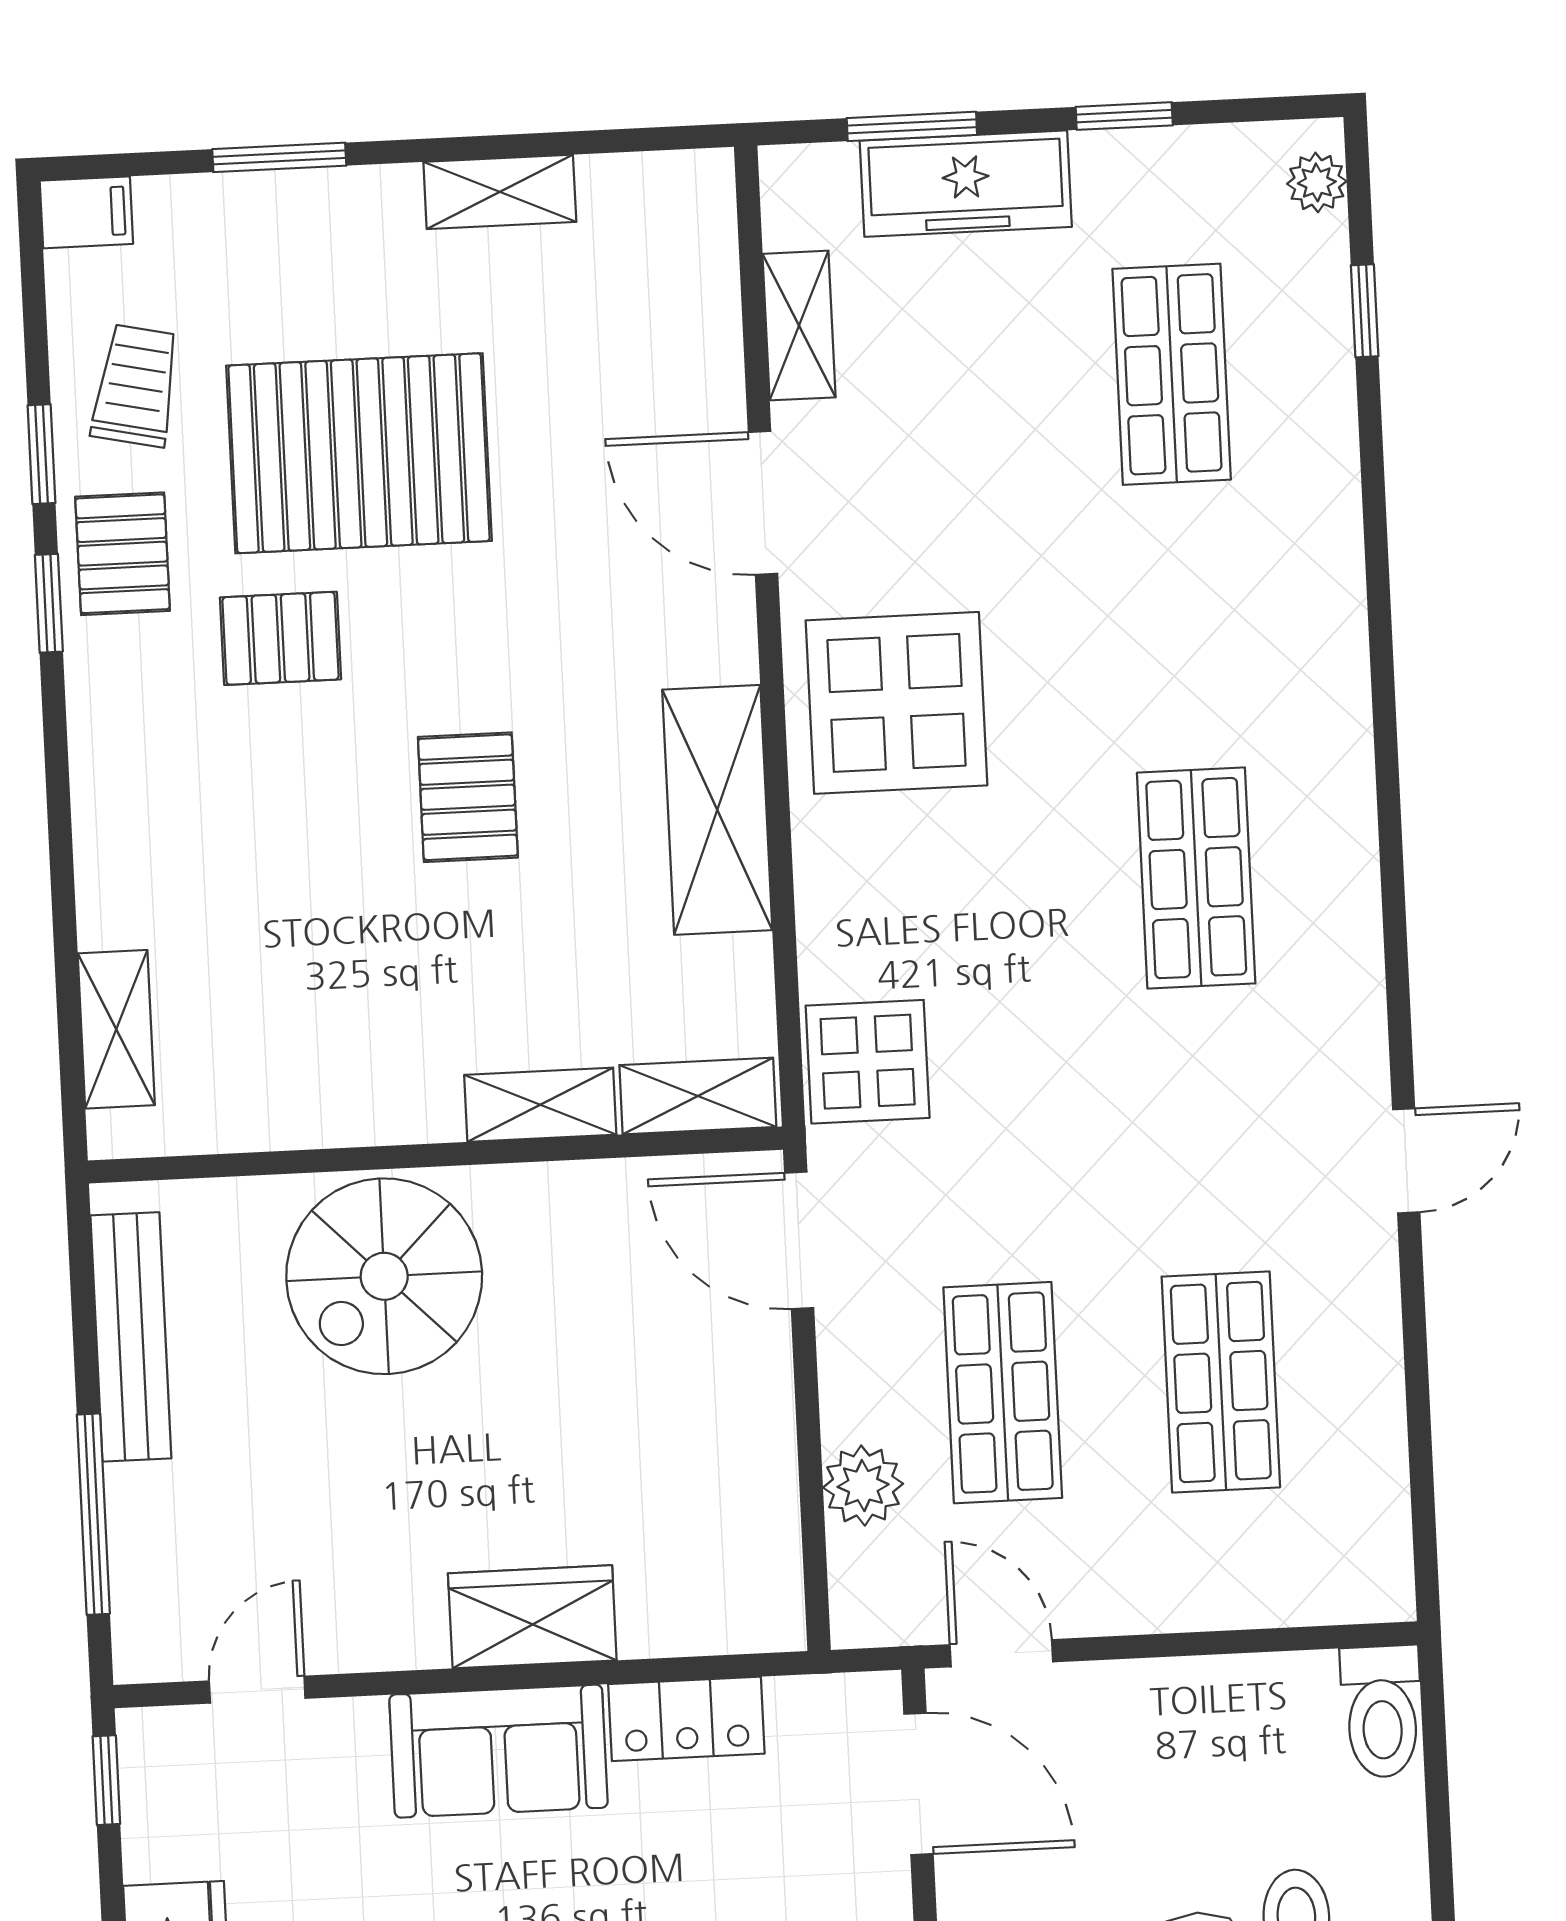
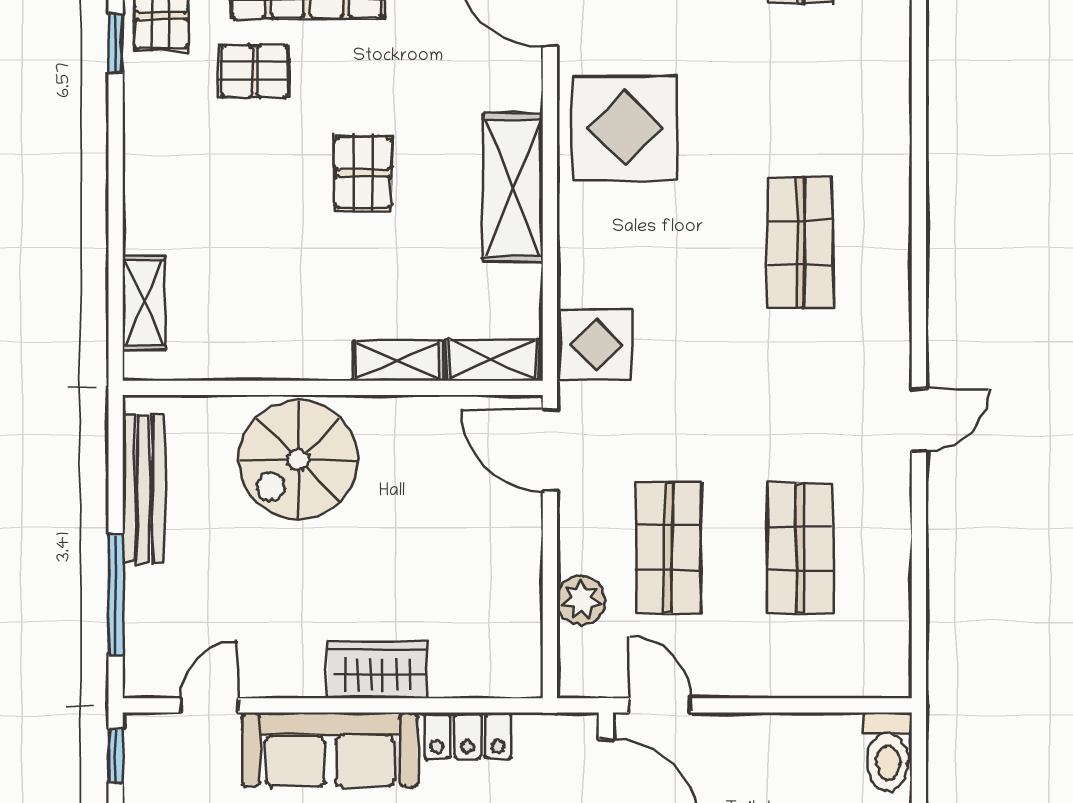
sofa: (498, 1751) -> (330, 750), width x1.36

